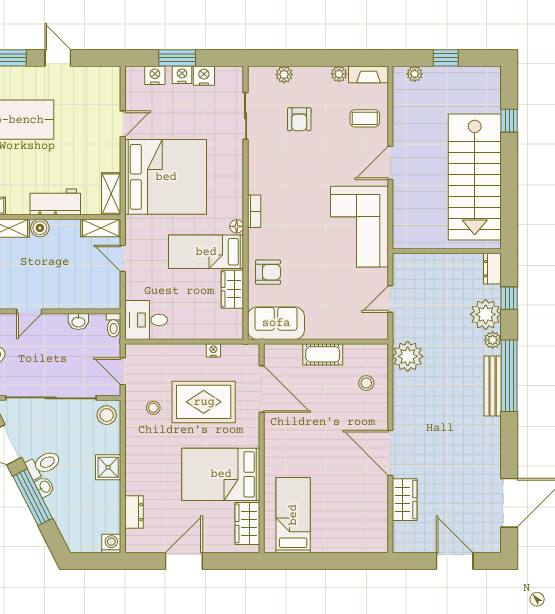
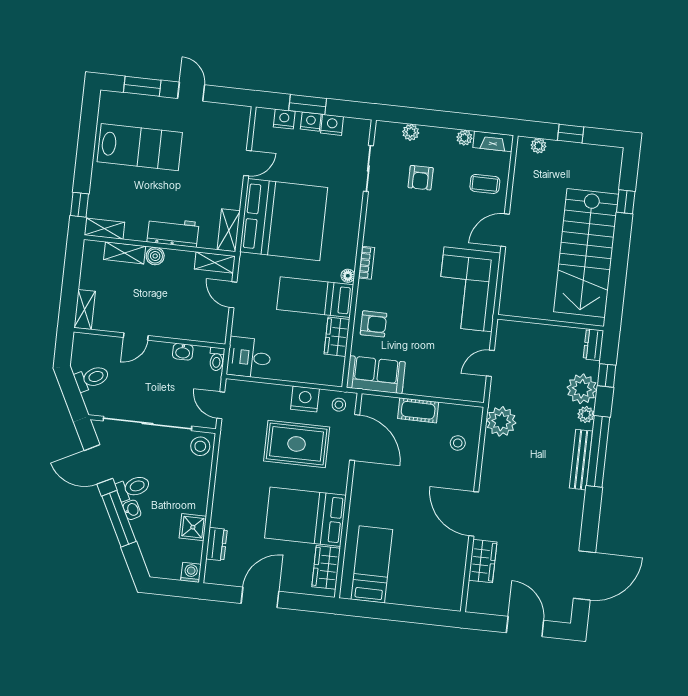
nightstand: (213, 350) -> (305, 399), width x1.89, depth x1.79
stool: (153, 408) -> (339, 405), moved
shower: (108, 467) -> (193, 527), moved

